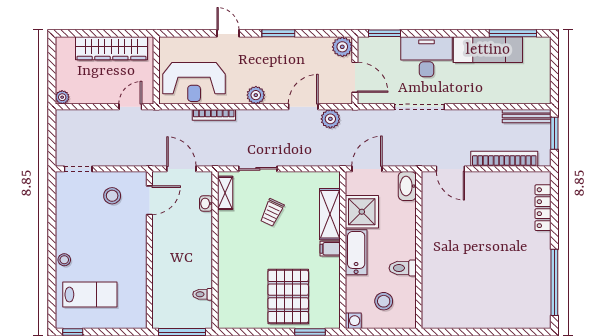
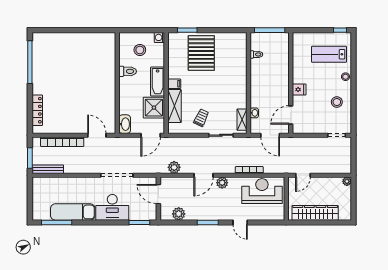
plant: (342, 47) -> (179, 214), moved
door: (303, 107) -> (204, 175), moved
stool: (112, 196) -> (337, 102), moved
trolley: (272, 212) -> (201, 118), moved
fridge: (136, 240) -> (299, 89), added

